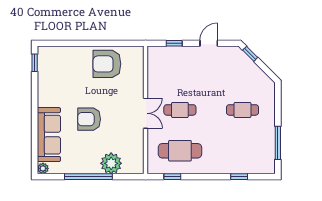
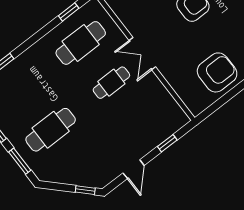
window: (278, 105) -> (20, 161), added
cafe table: (242, 110) -> (51, 130), width x1.37, depth x1.35

